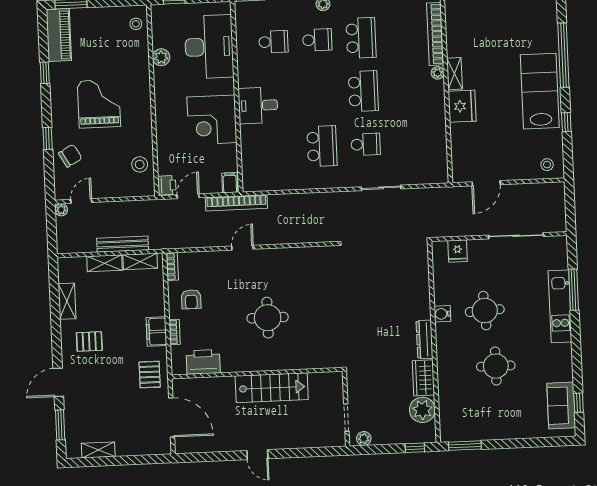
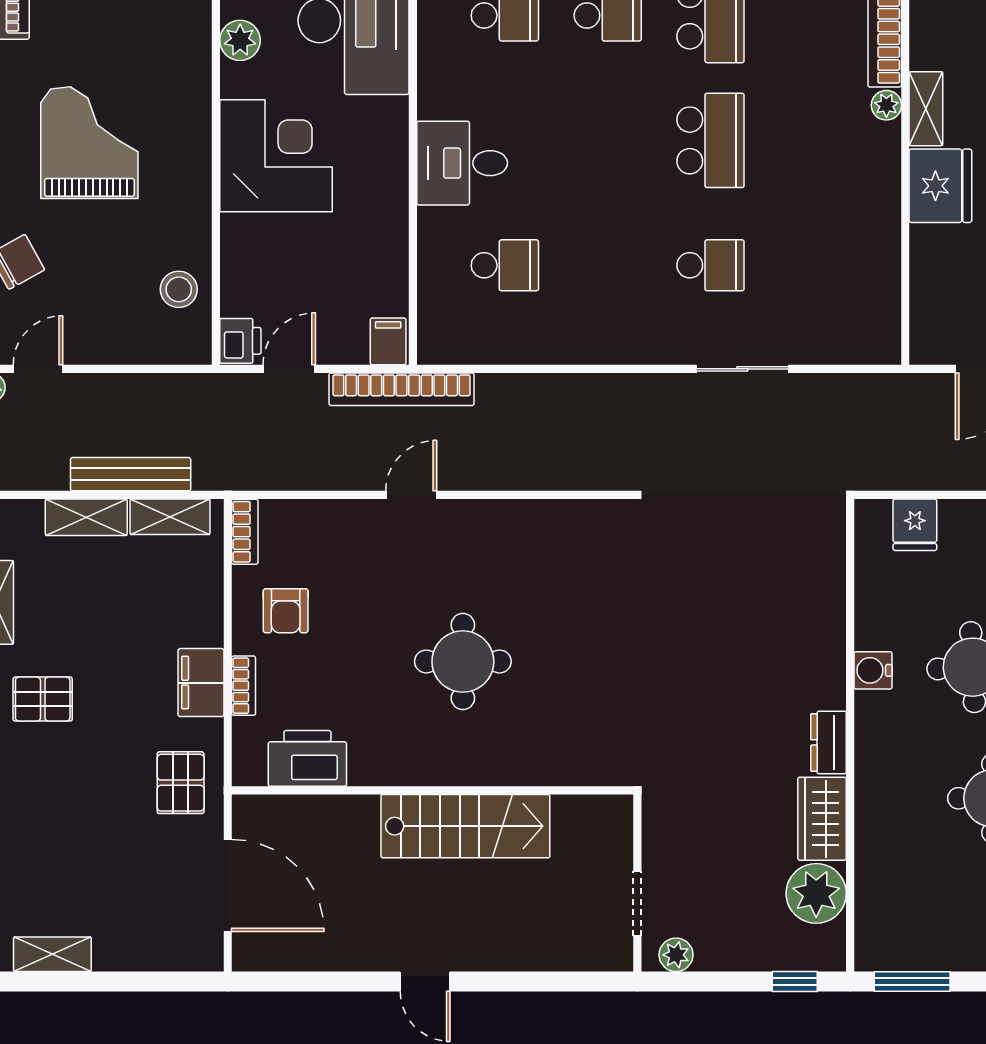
corner desk: (212, 120) -> (276, 156), moved, turned 180
school desk: (322, 146) -> (505, 265), moved, width x0.54
dresser: (425, 339) -> (829, 742), width x0.70

